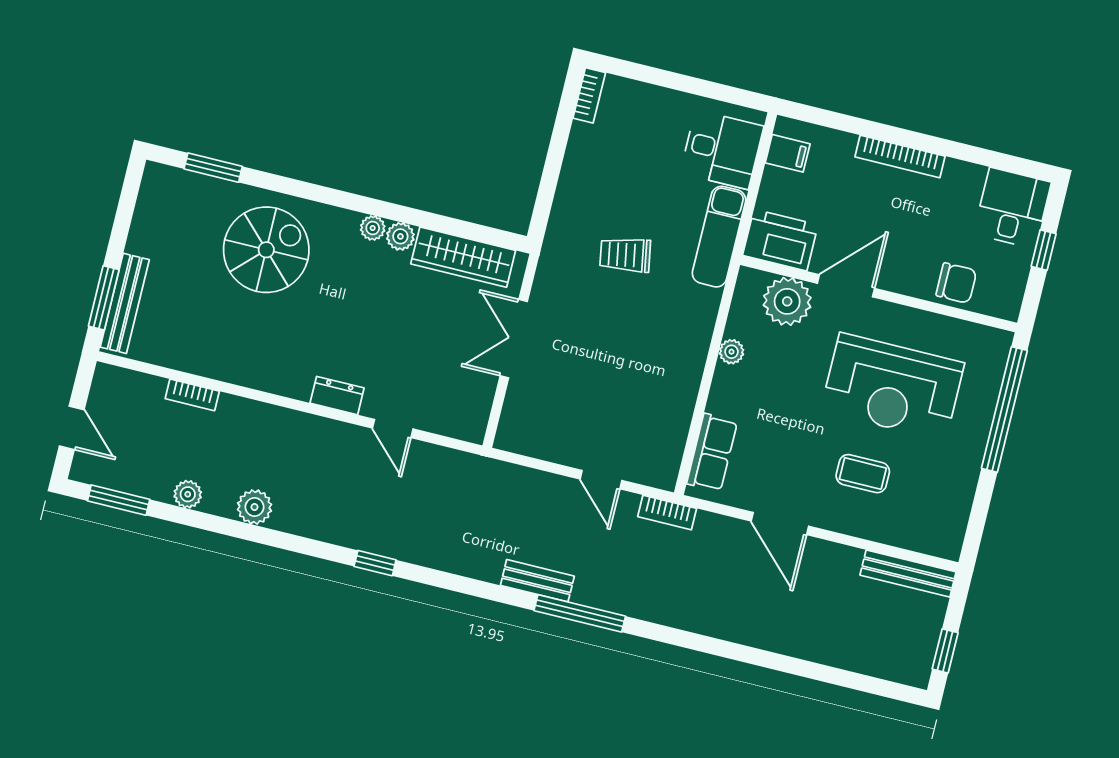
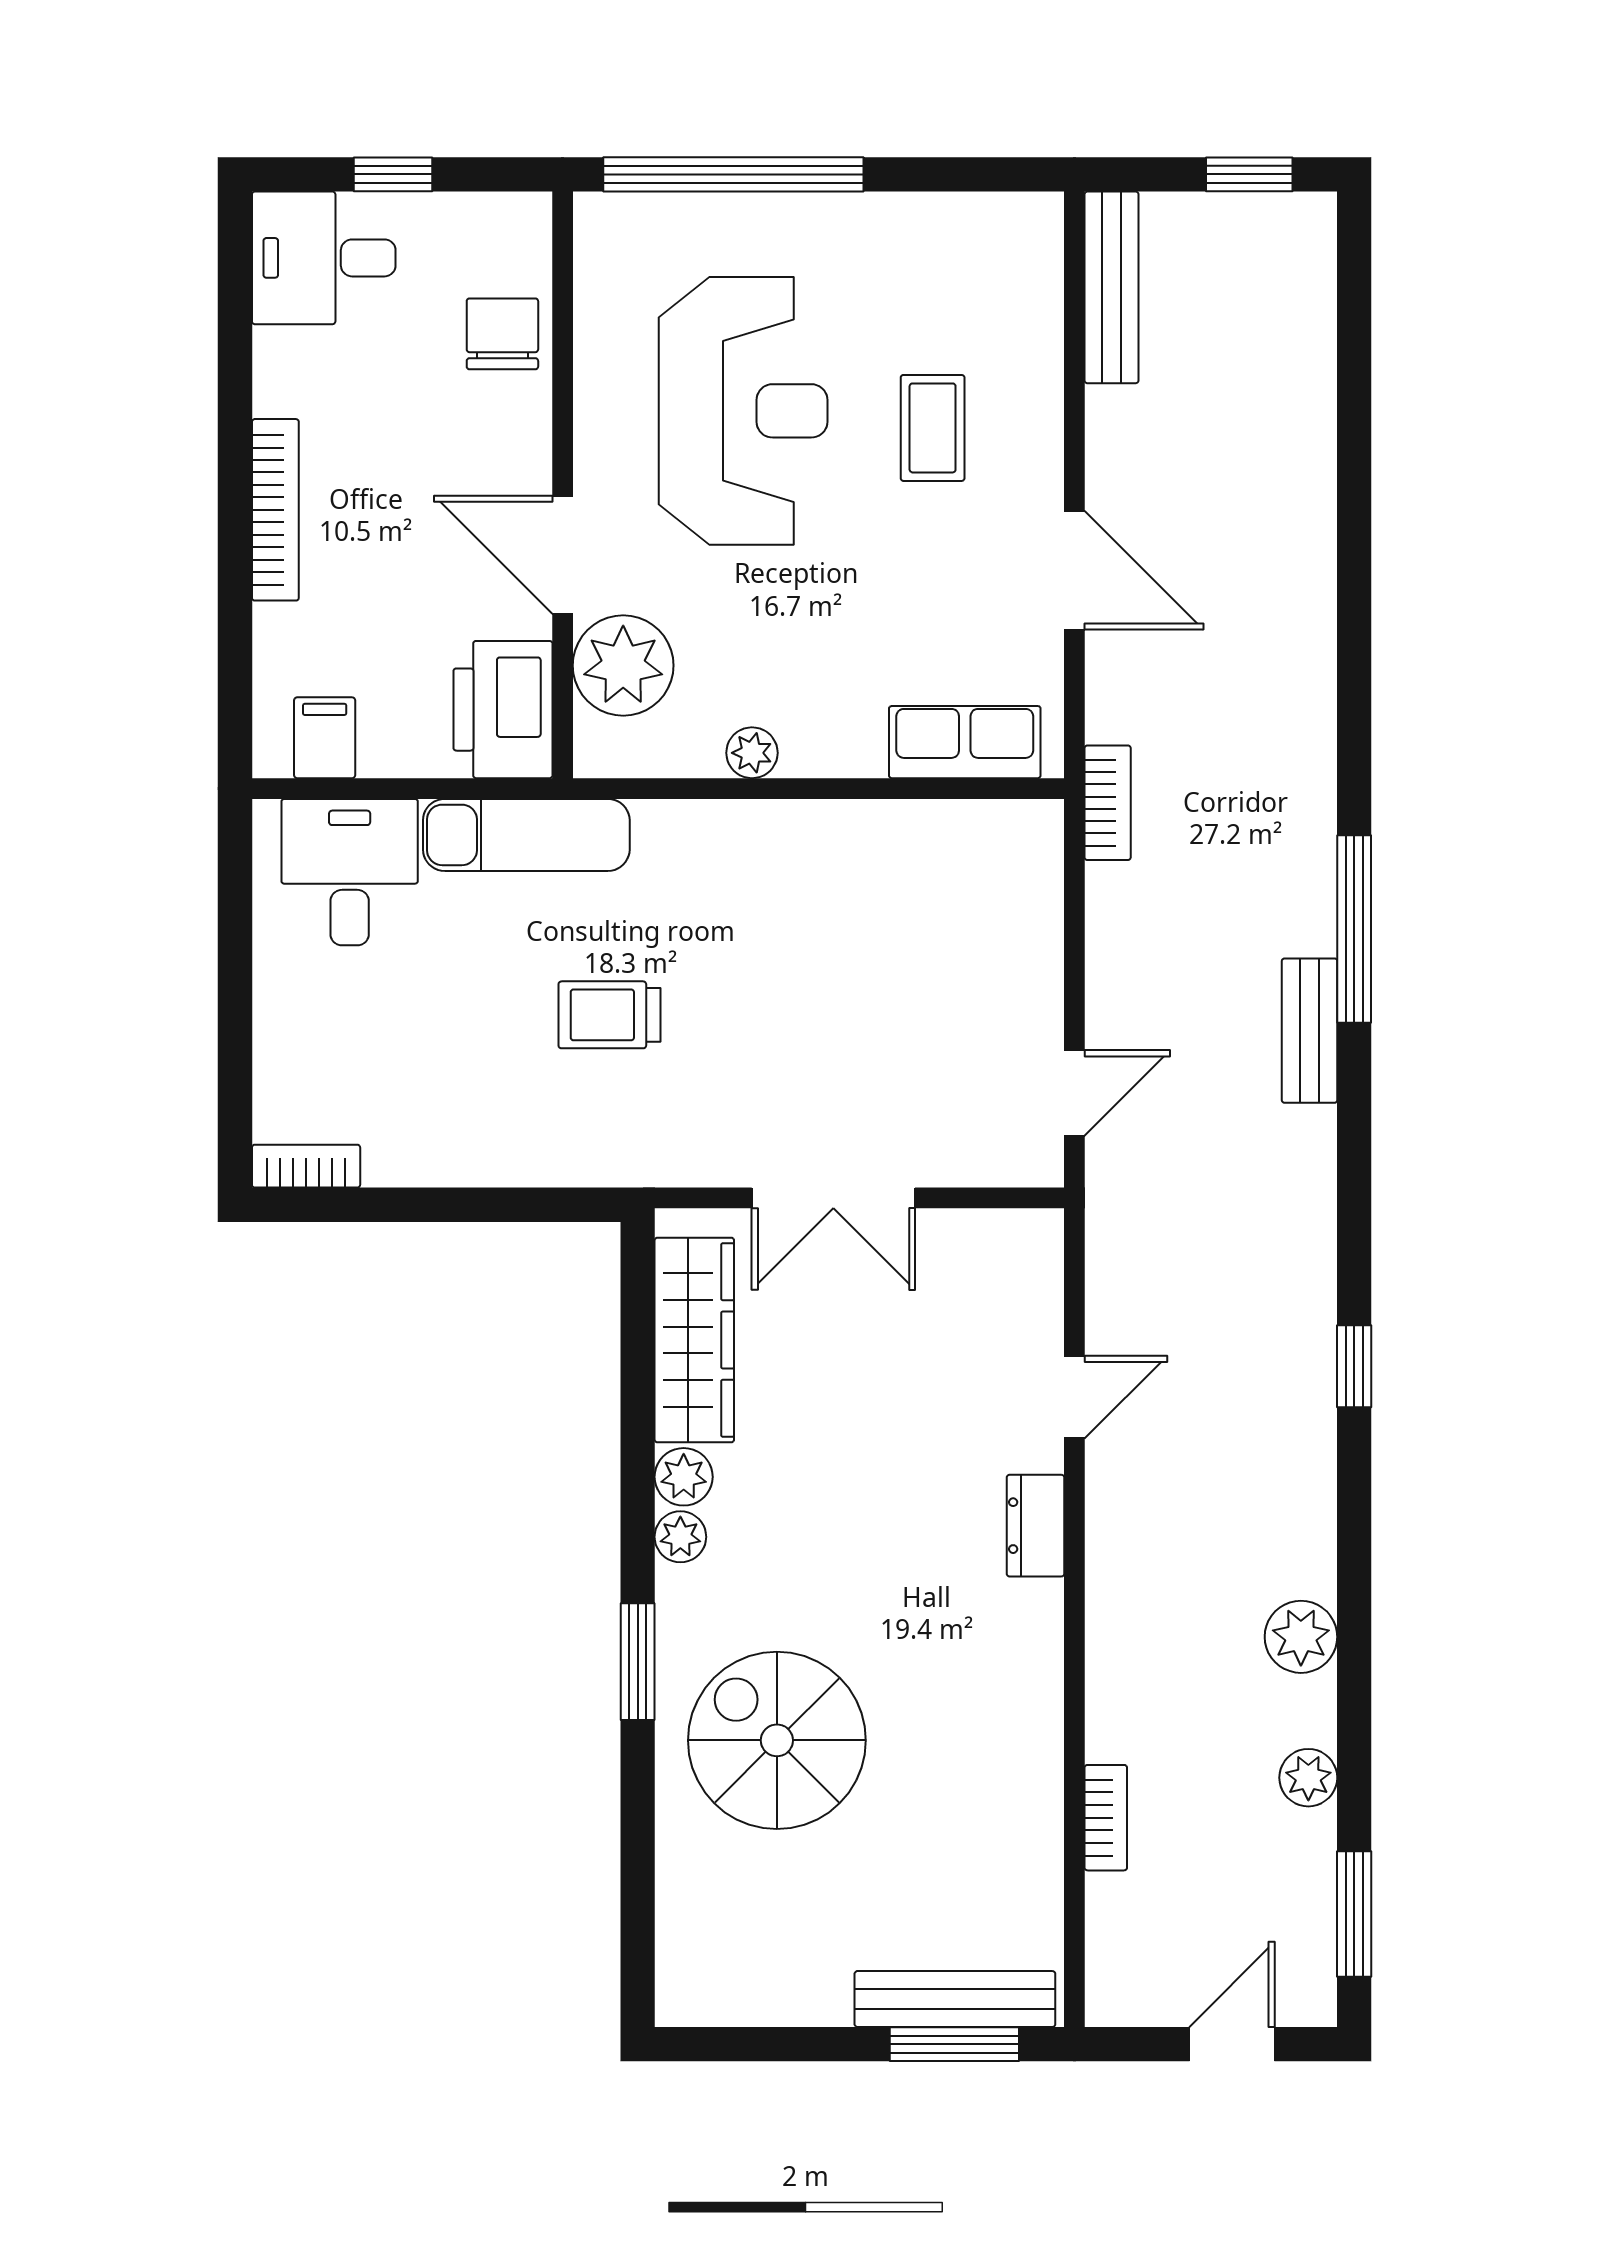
window: (213, 168) -> (638, 1662), moved
trolley: (625, 255) -> (609, 1015), turned 100
door: (601, 480) -> (1074, 1093), moved
door: (780, 524) -> (1074, 570), hinge flipped

